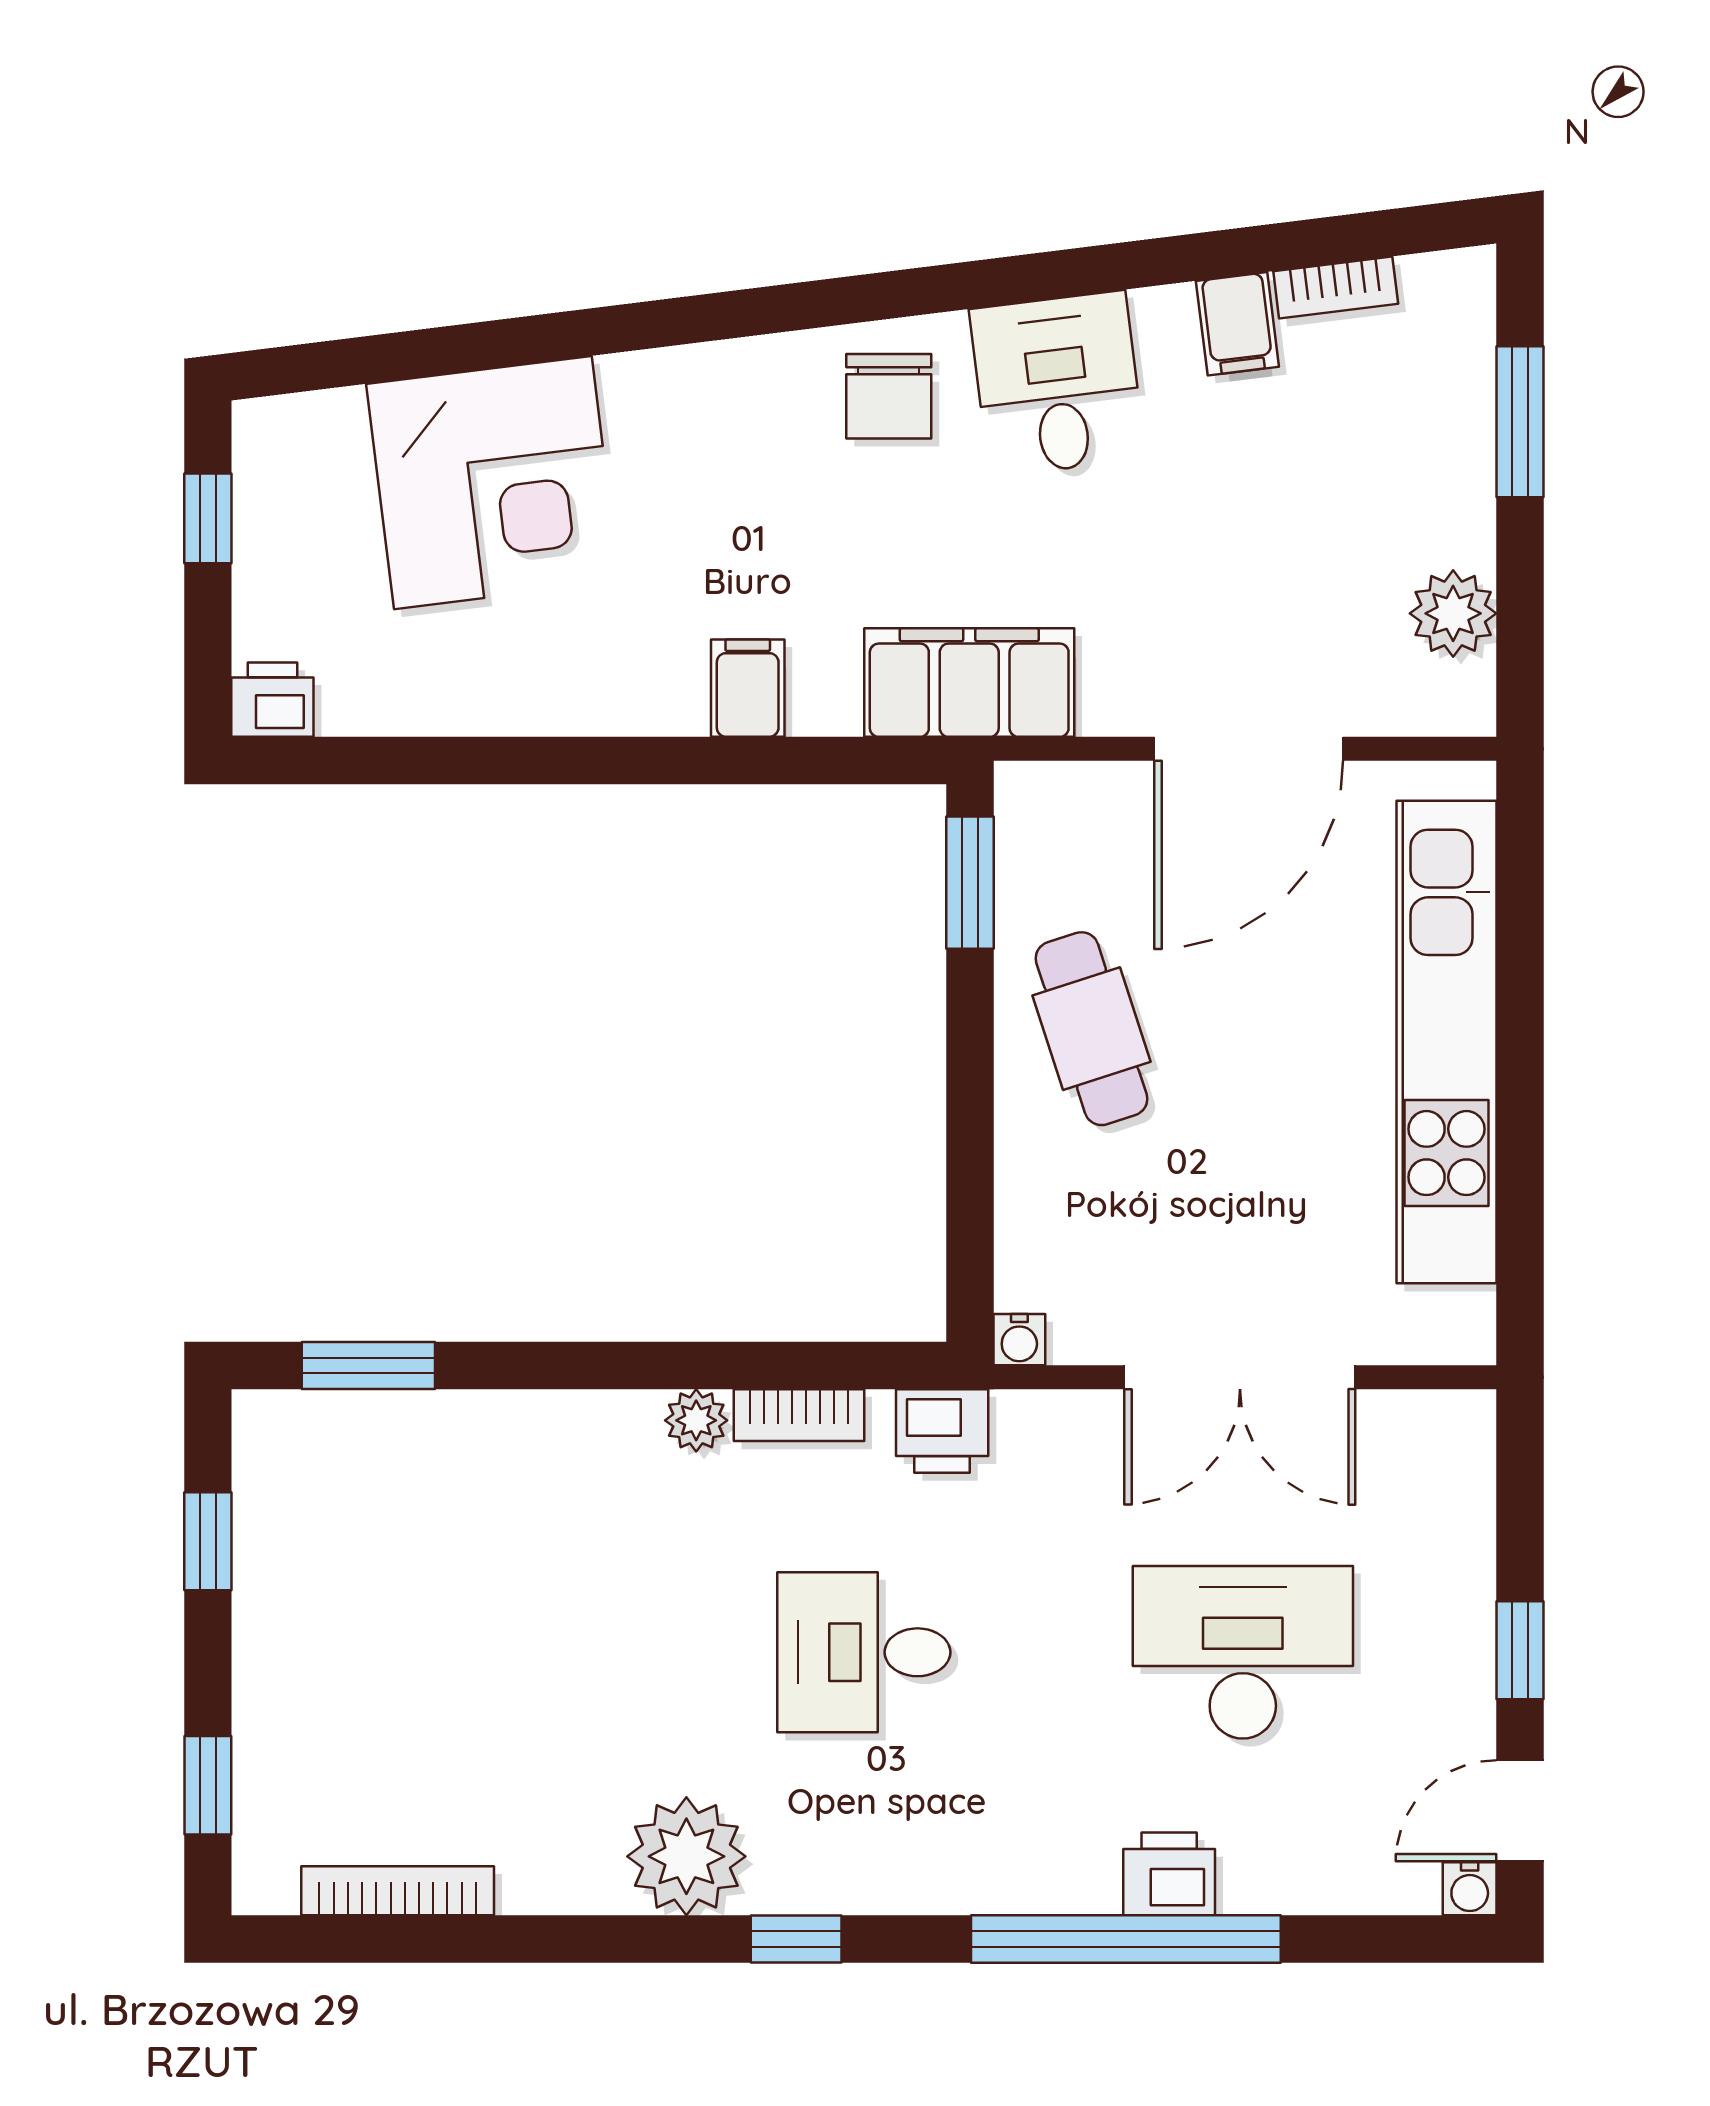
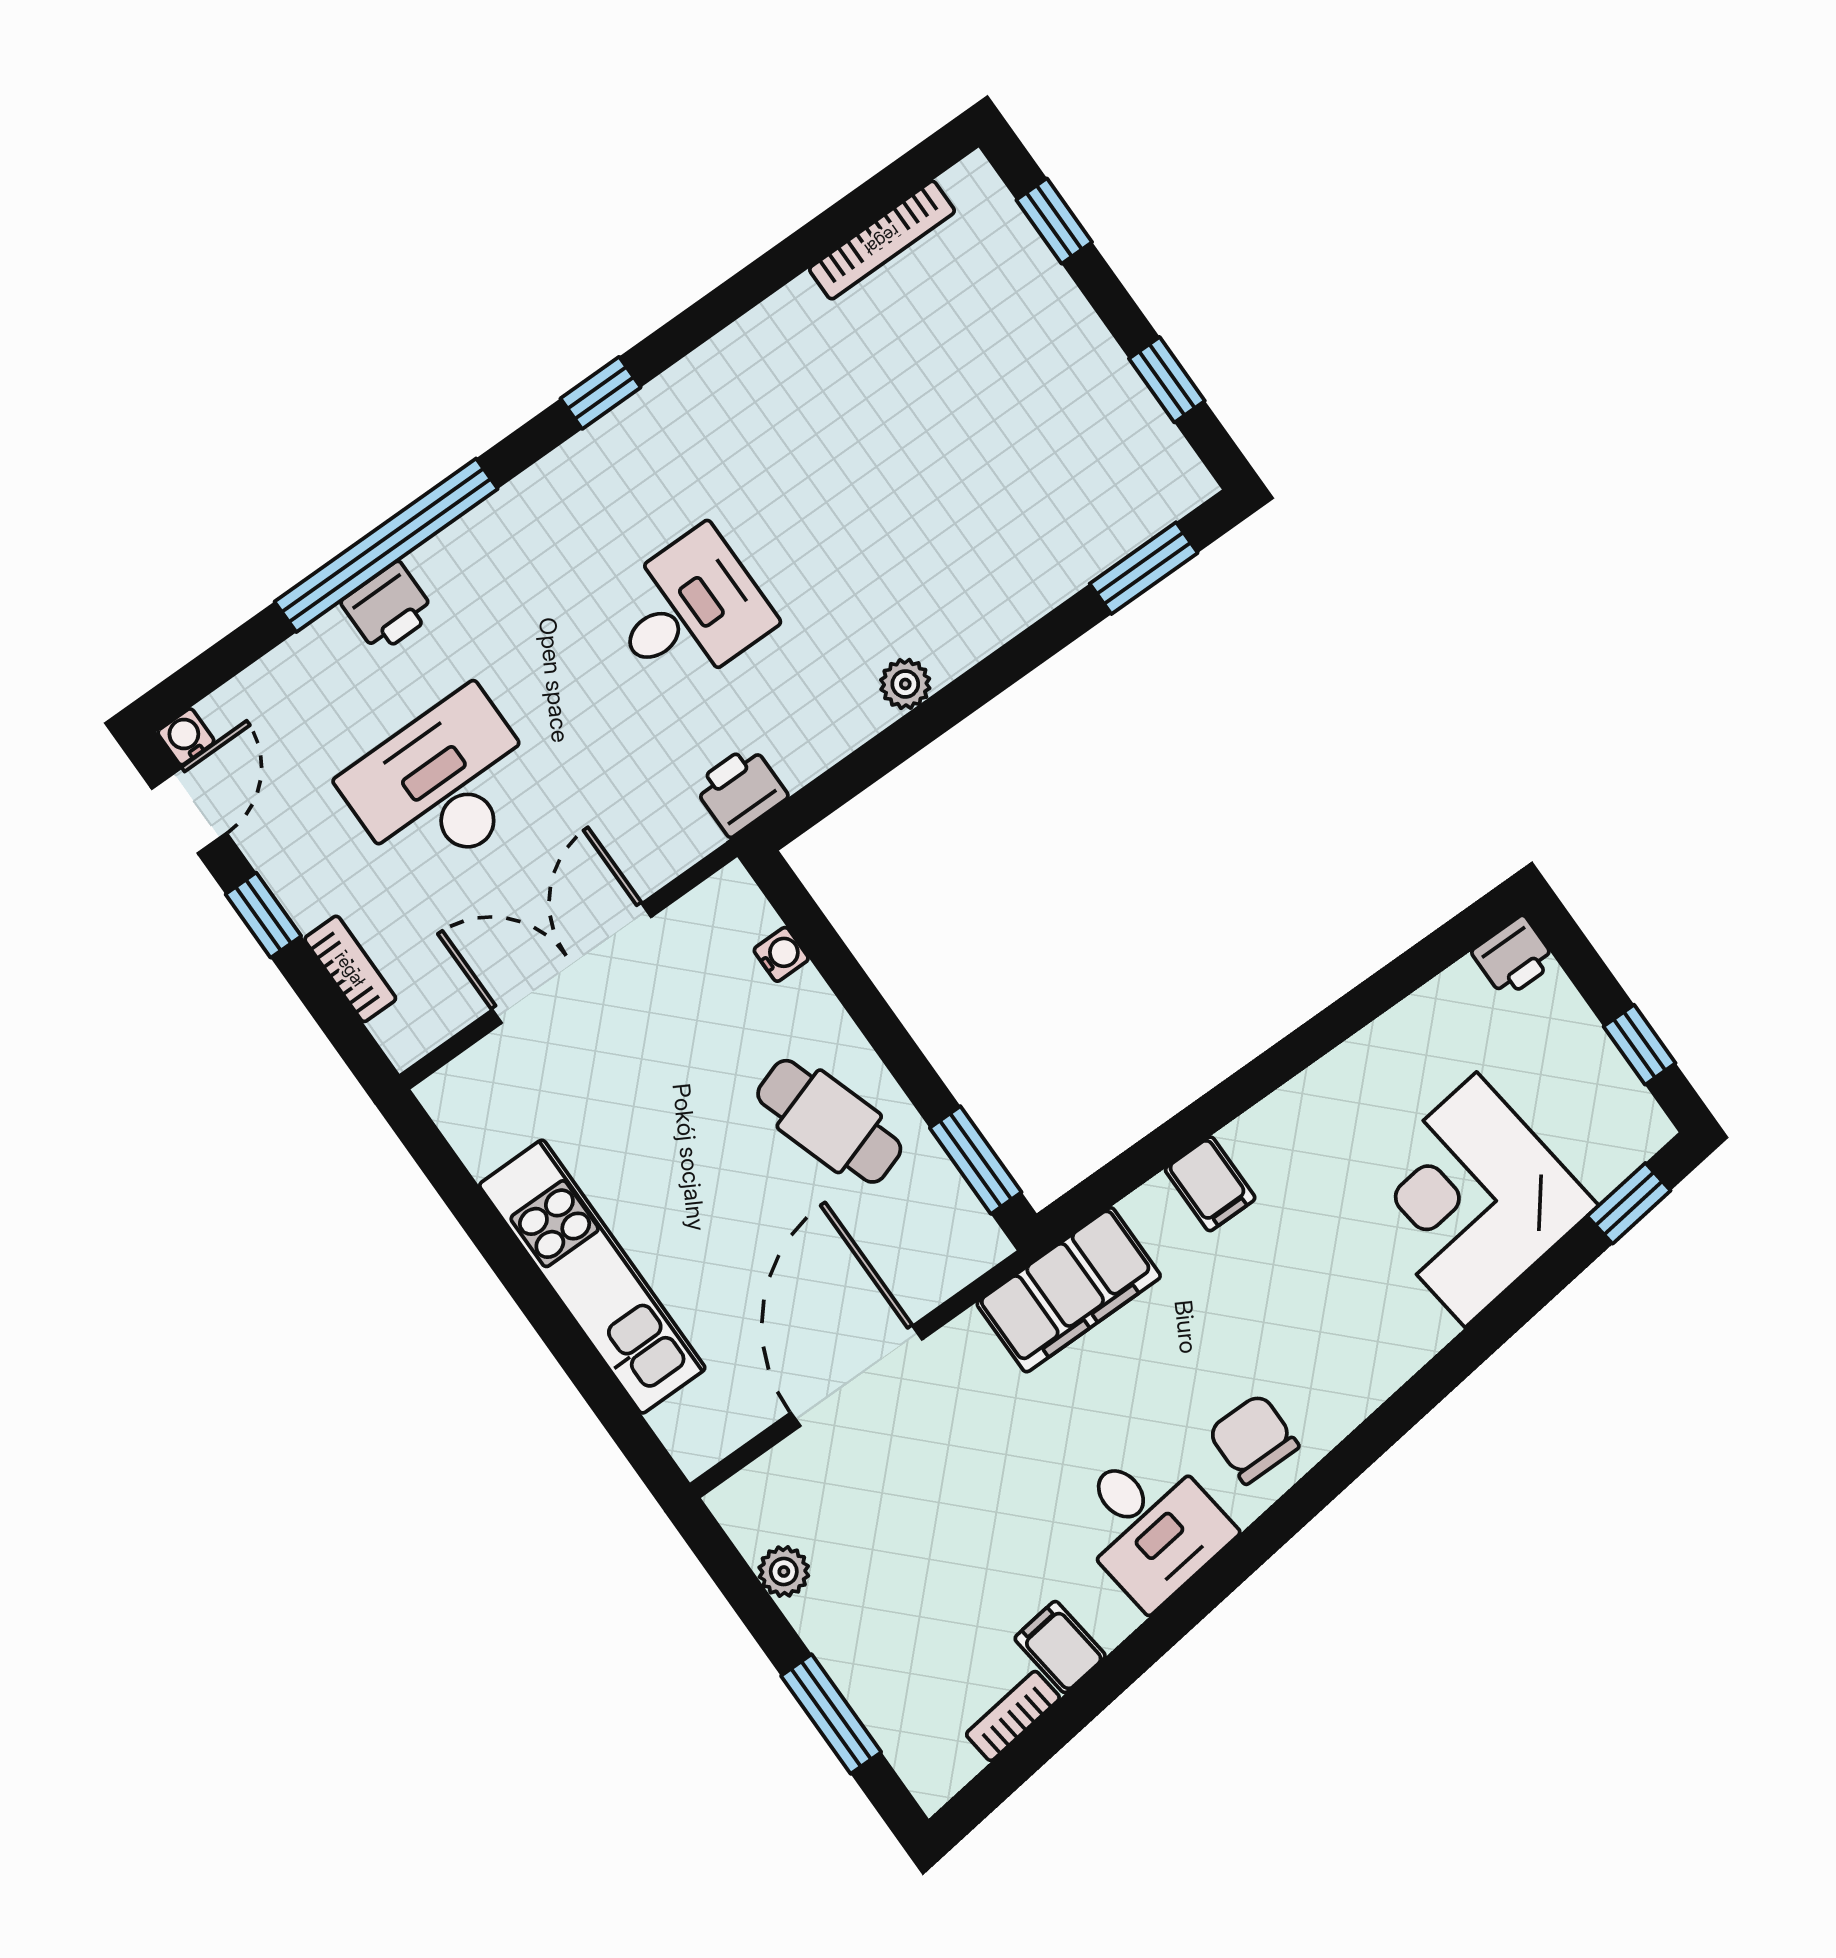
window: (334, 364) -> (1629, 1203), added
plant: (1453, 613) -> (784, 1571), width x0.73, depth x0.73
kitchen unit: (1446, 1042) -> (592, 1277), width x0.73
water cooler: (1019, 1340) -> (781, 954), moved, turned 90
bookcase: (799, 1415) -> (350, 969), moved, turned 90
desk: (1243, 1652) -> (443, 786), turned 180
plant: (686, 1856) -> (710, 396), removed

